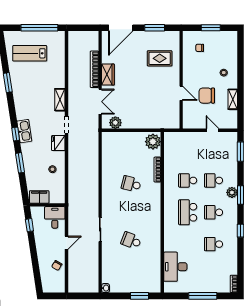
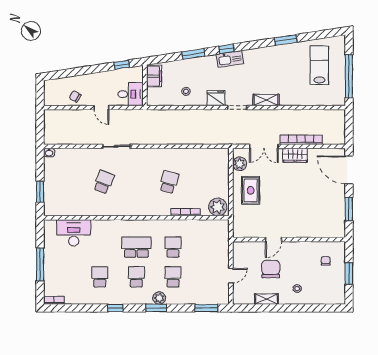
rug: (160, 58) -> (251, 190), moved

